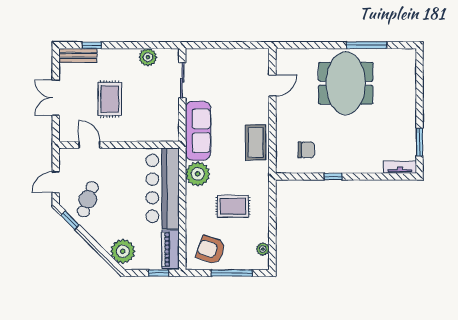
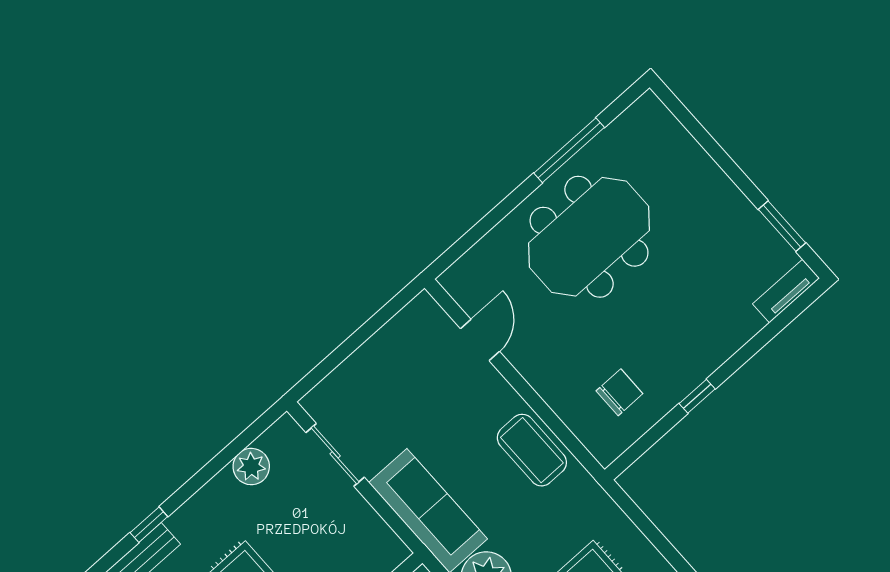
meeting table: (346, 83) -> (589, 237), turned 90

